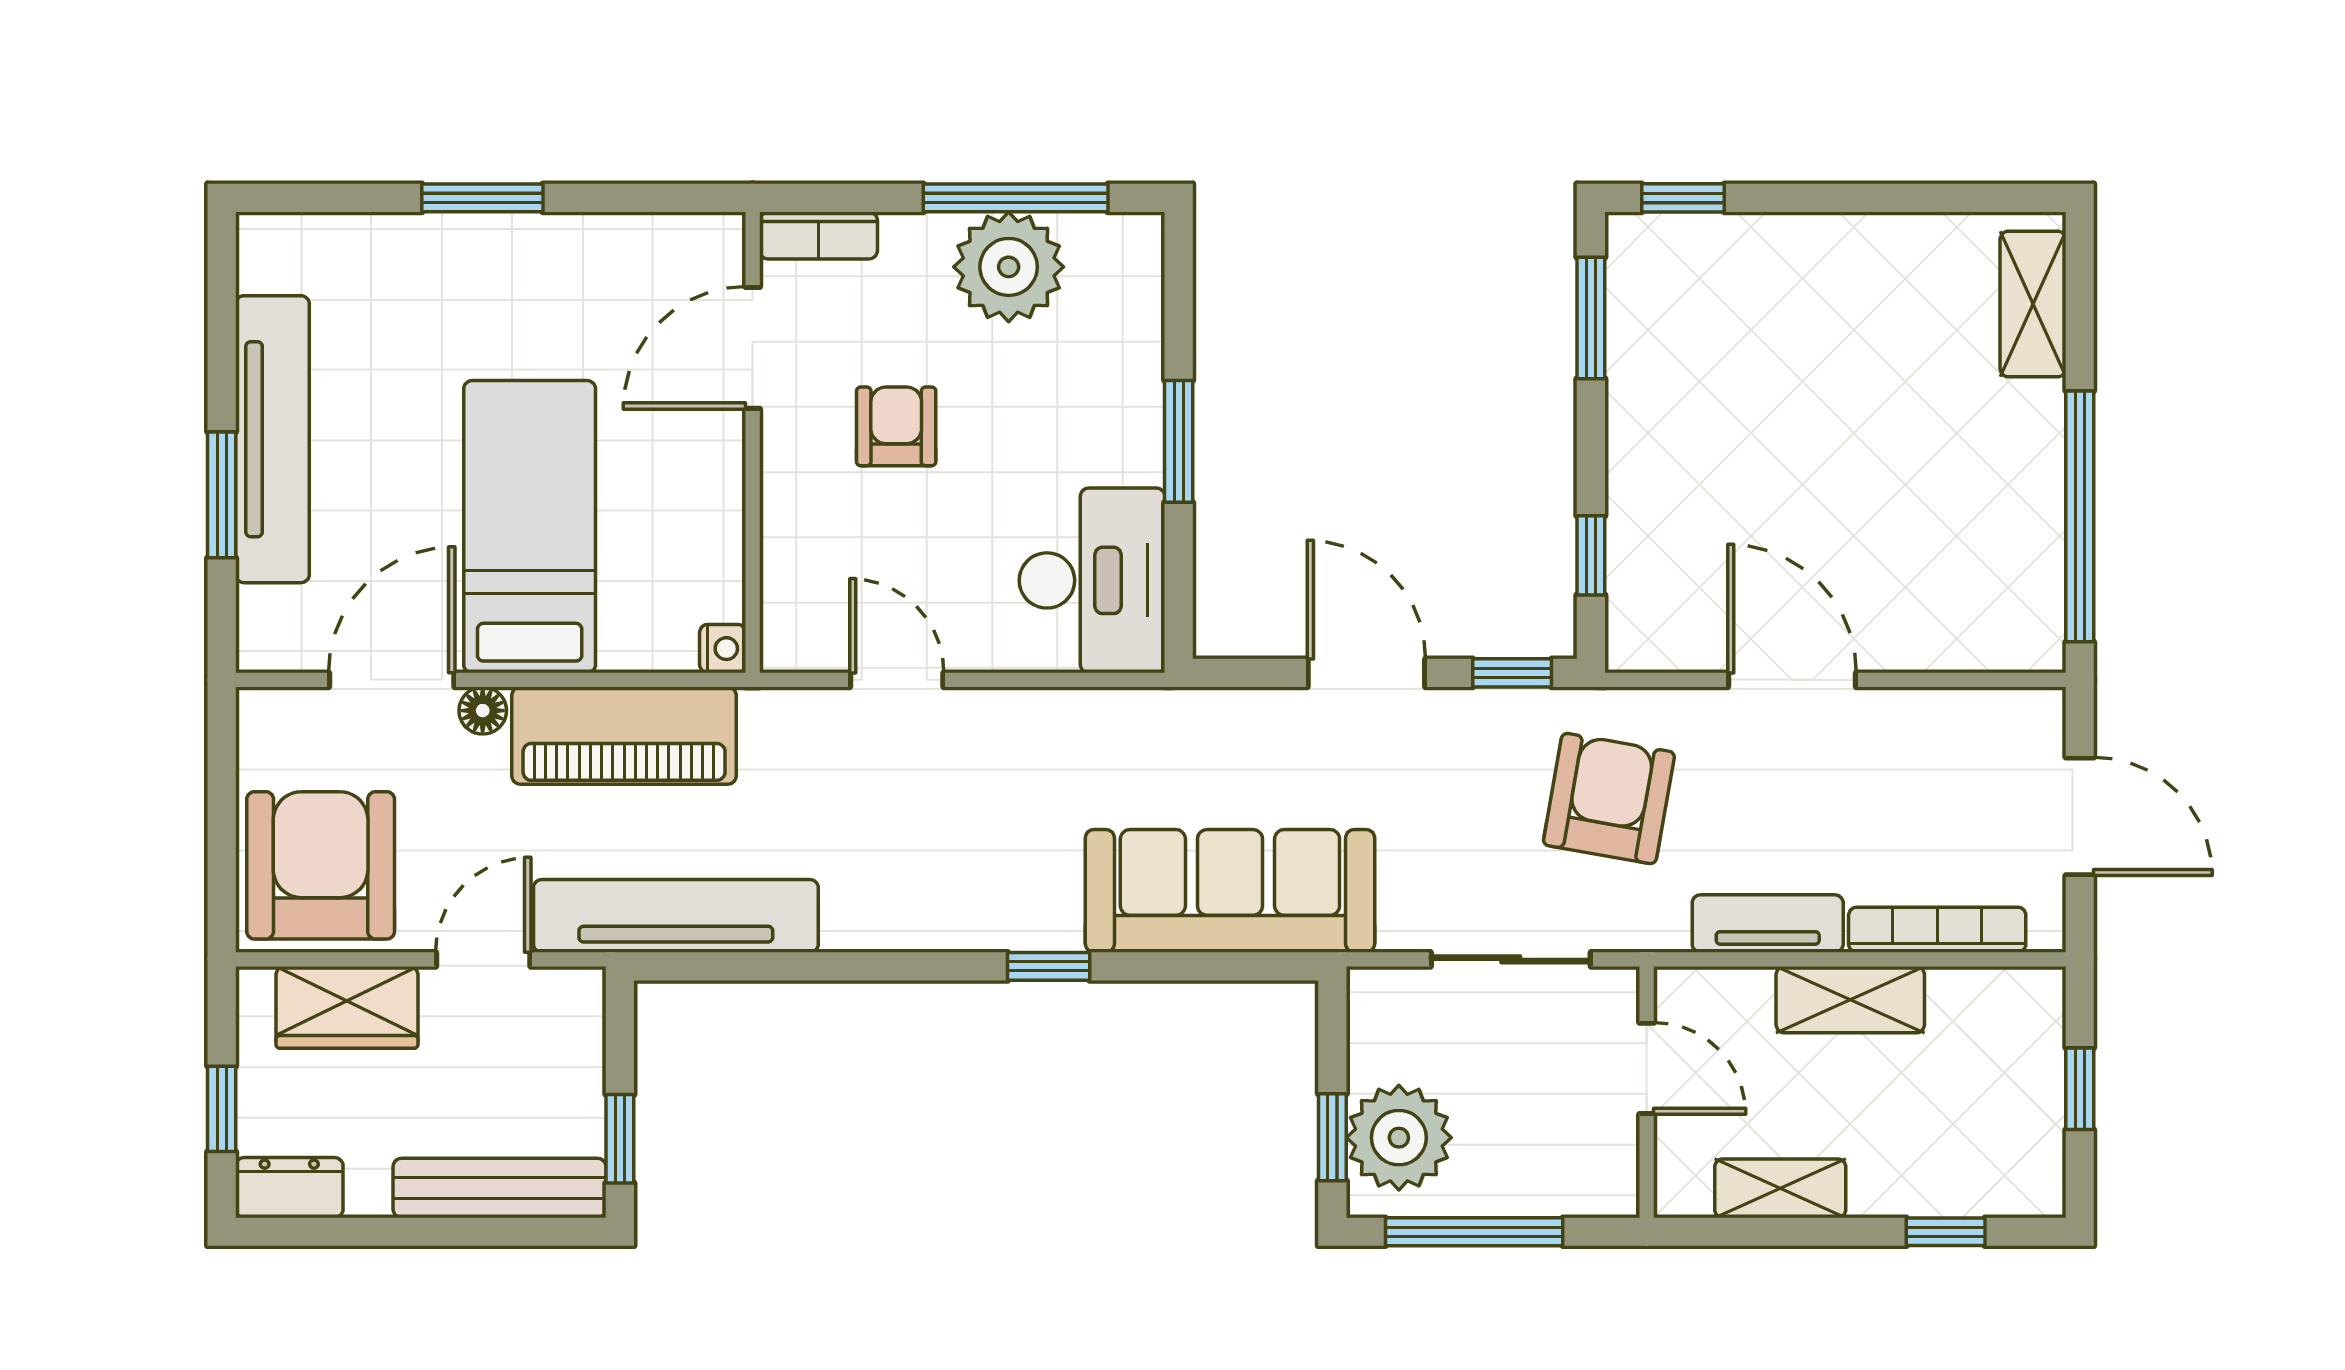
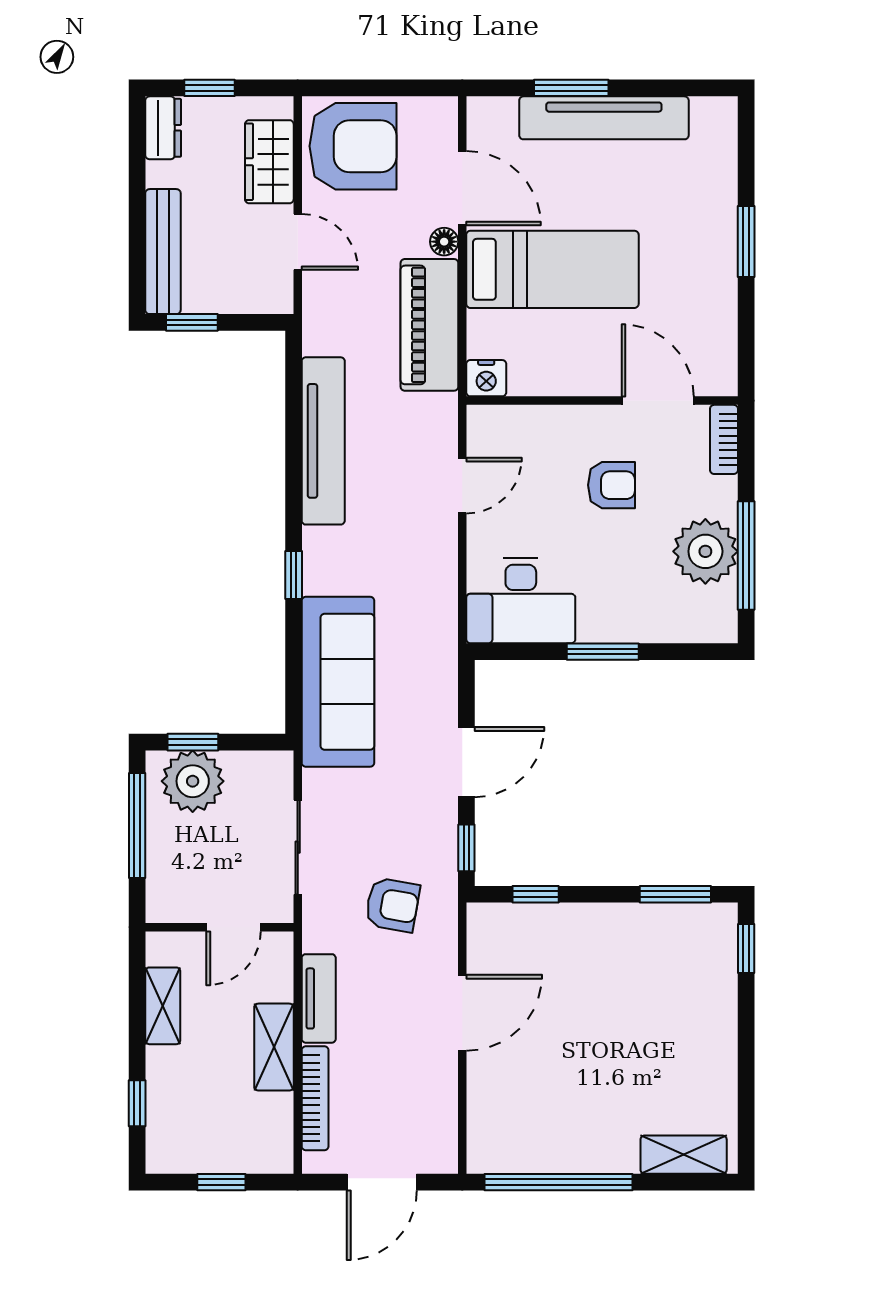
nightstand: (723, 649) -> (486, 378), width x1.39, depth x1.35
armchair: (1609, 798) -> (392, 905), width x0.72, depth x0.72
tv unit: (676, 916) -> (323, 441), moved

